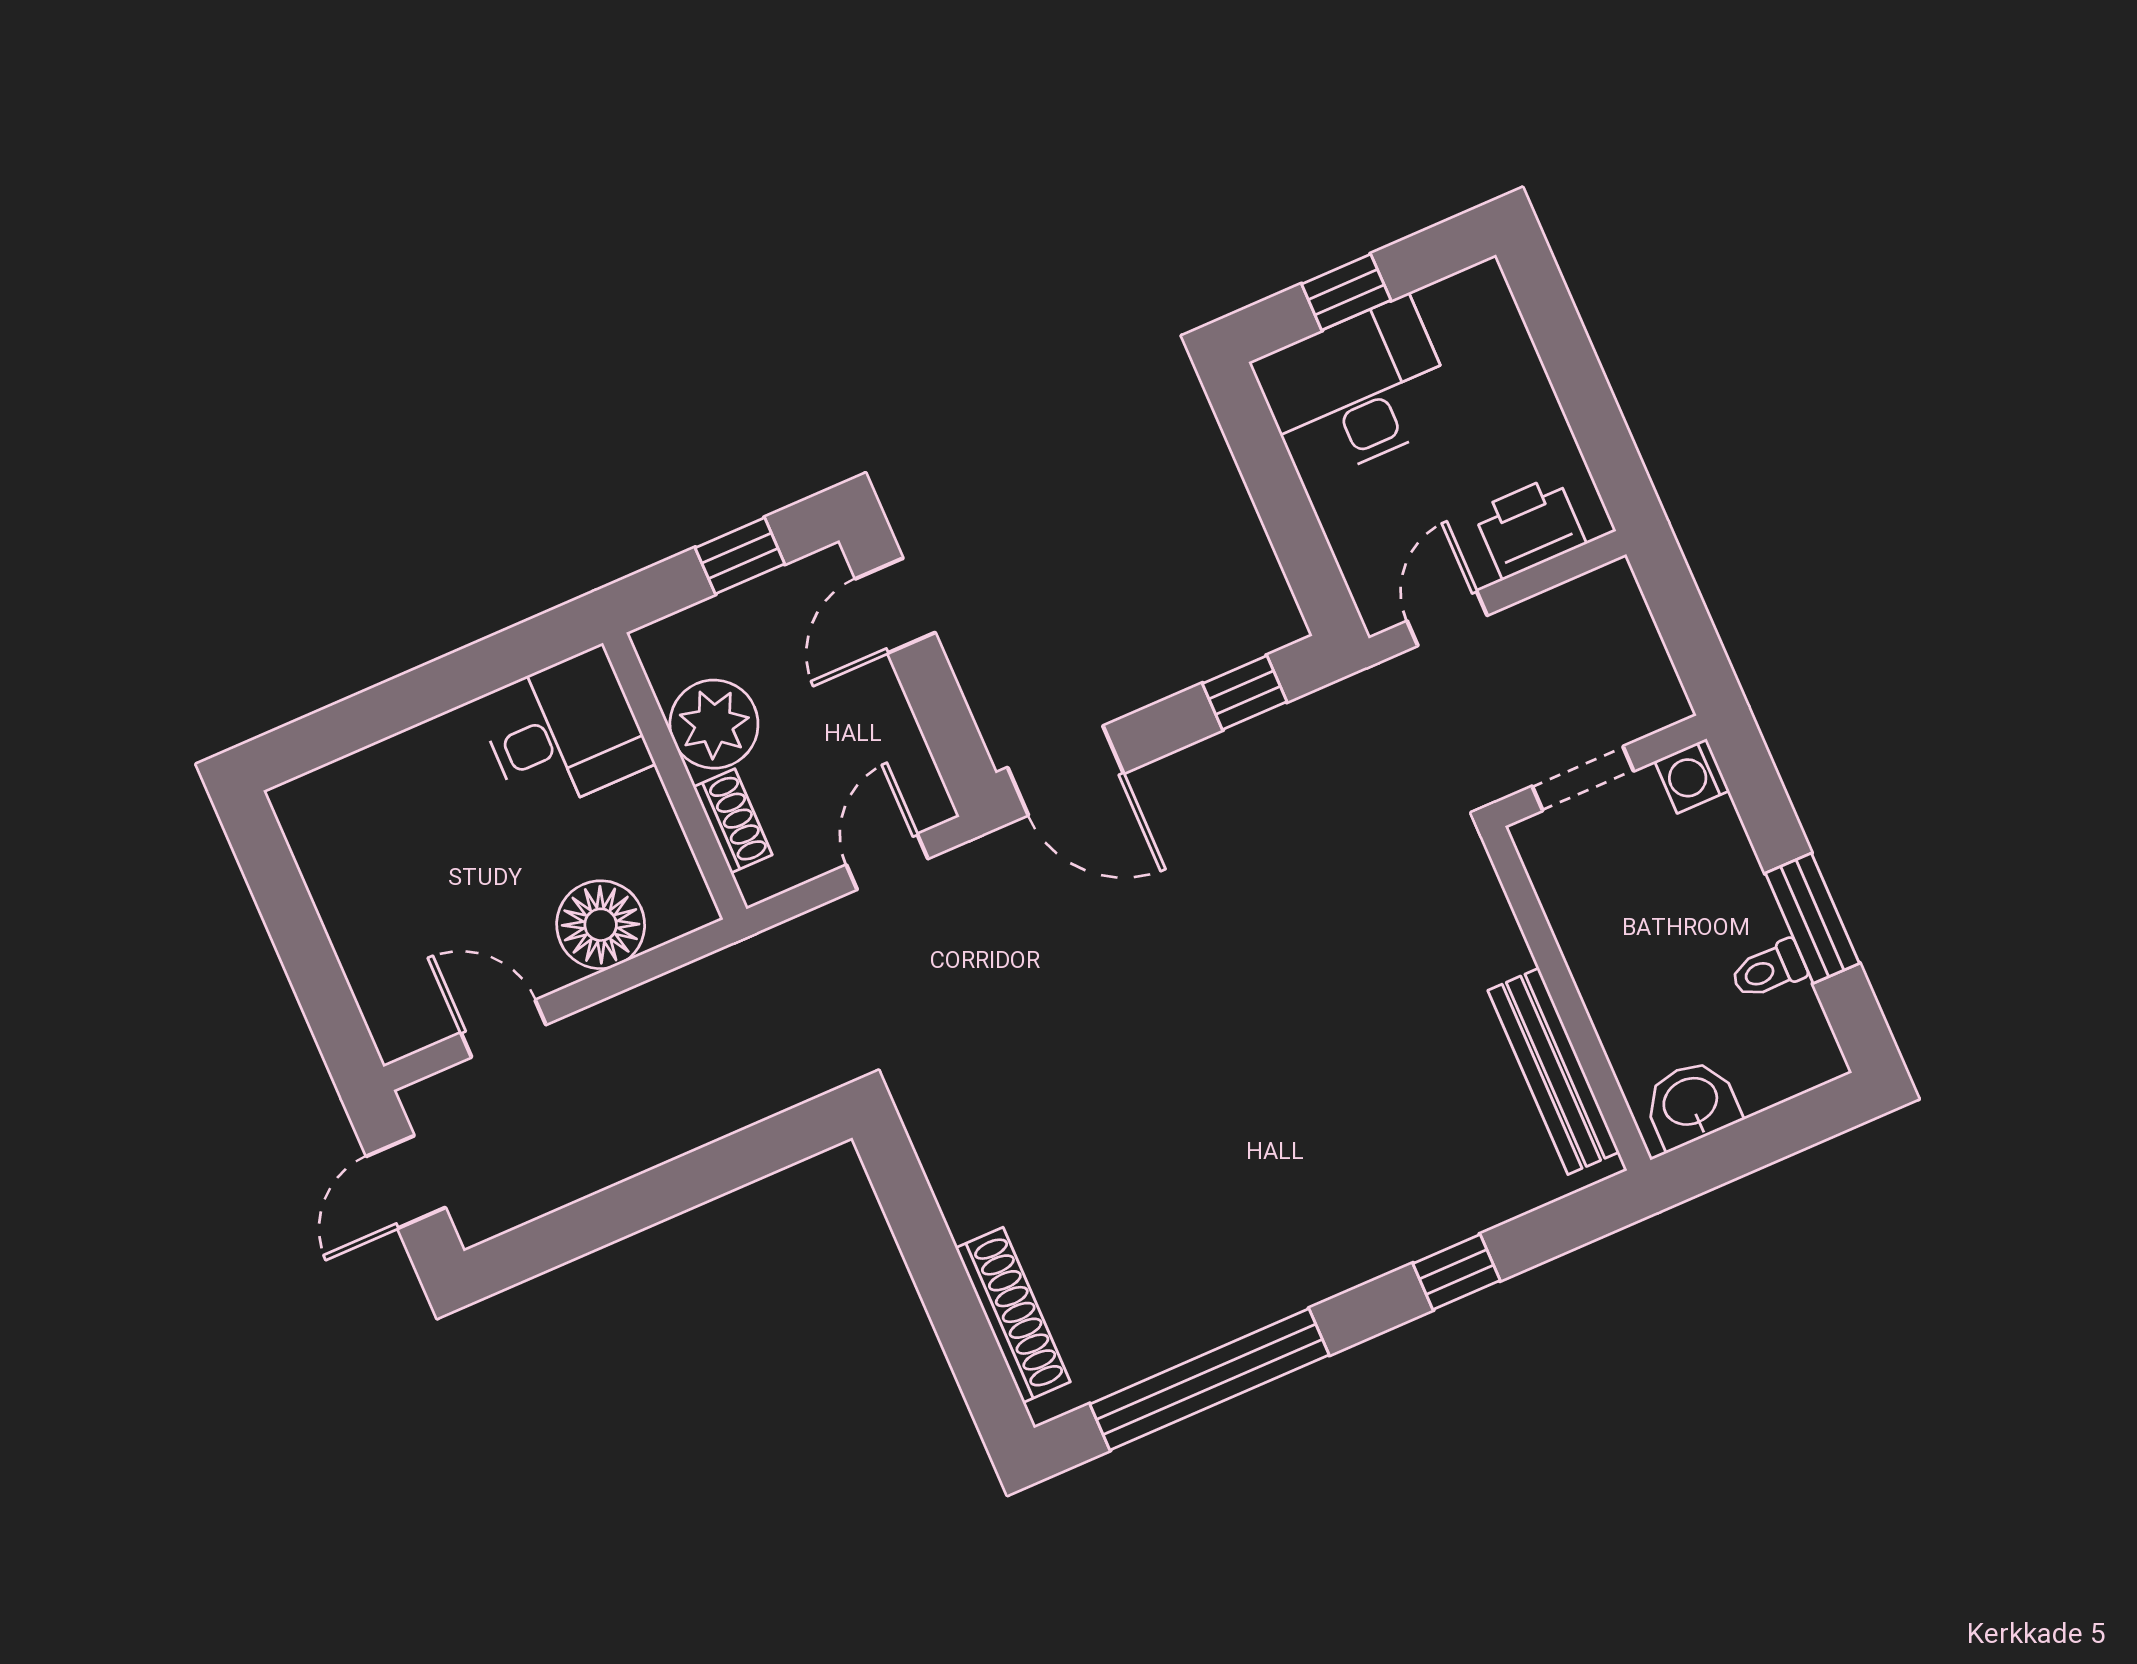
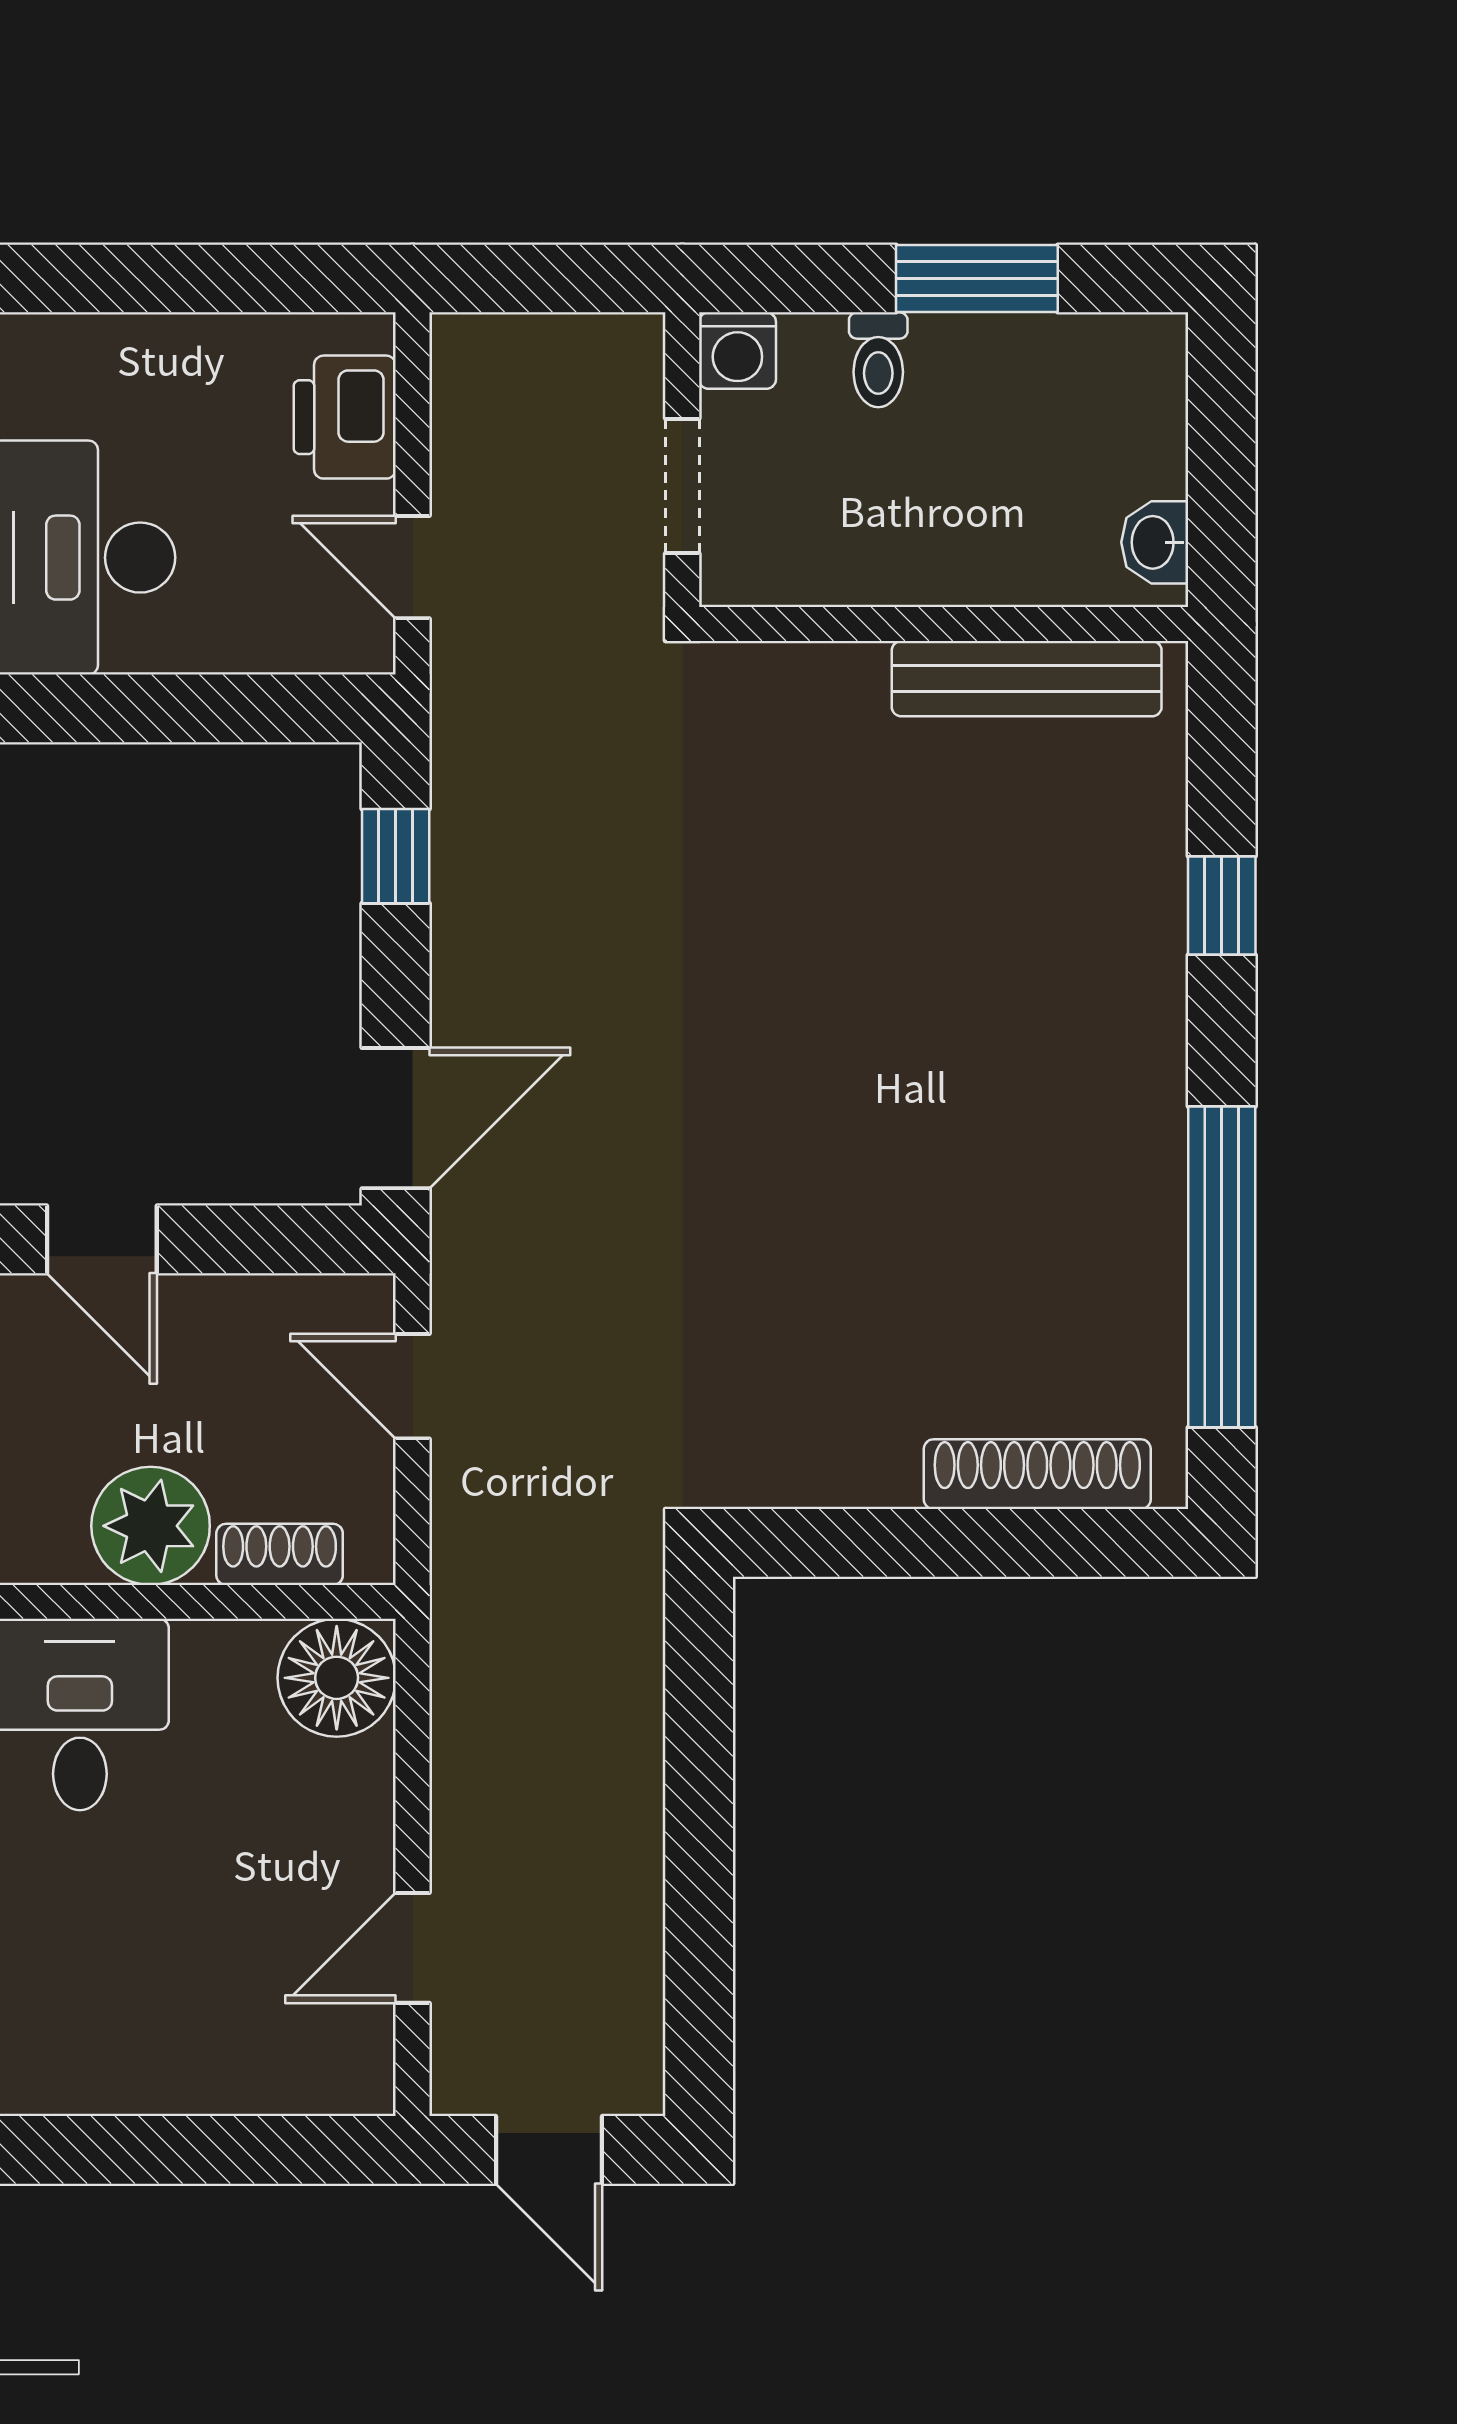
floor lamp: (601, 925) -> (337, 1678), moved
toilet: (1769, 970) -> (878, 360), moved
washbasin: (1691, 1103) -> (1155, 542), width x0.72, depth x0.69

